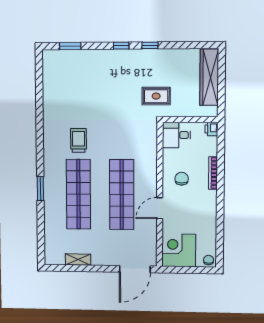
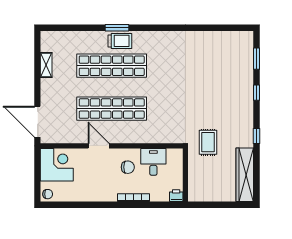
window: (121, 46) -> (257, 93), moved
wardrobe: (209, 77) -> (245, 175), moved, turned -90
desk: (176, 135) -> (153, 162), moved
trolley: (79, 140) -> (120, 41), moved

